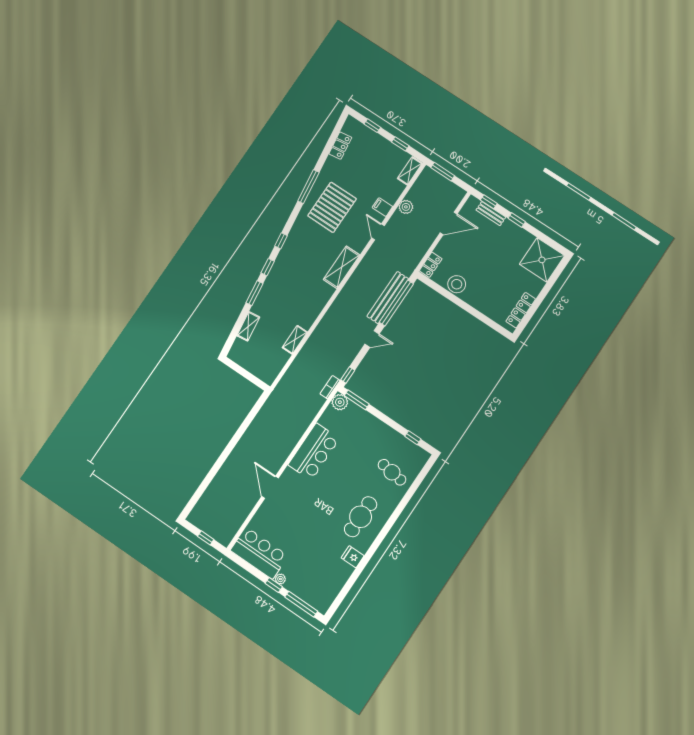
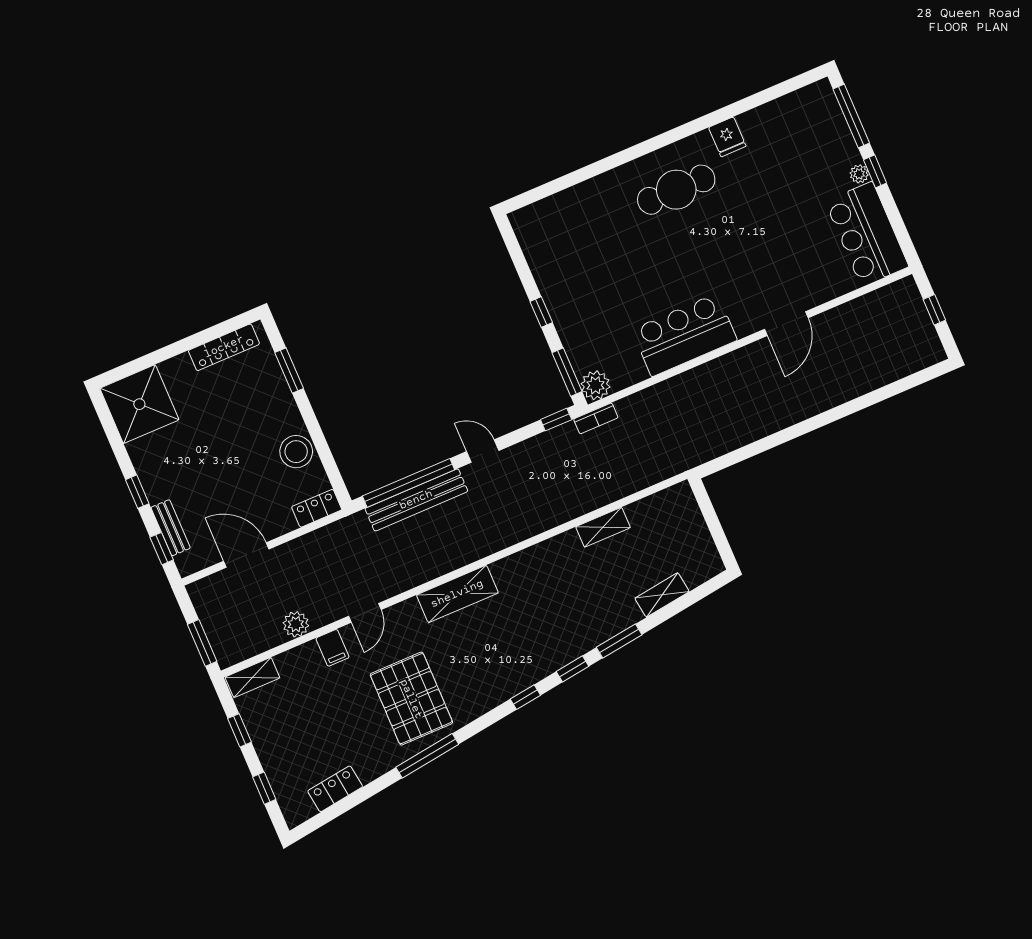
pallet: (332, 207) -> (411, 699), turned 90
window: (484, 319) -> (289, 370), added
window: (413, 438) -> (541, 312), moved
cafe table: (392, 472) -> (584, 226), removed

